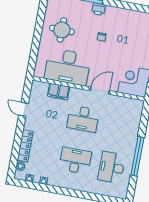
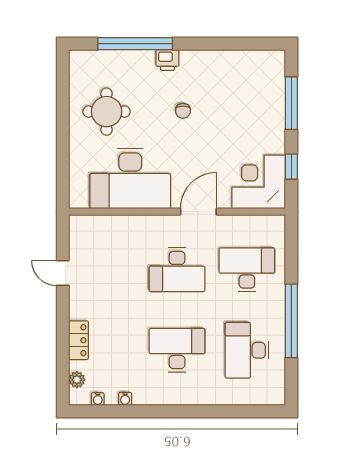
filing cabinet: (58, 91) -> (122, 227), removed
desk: (119, 126) -> (247, 270), added
locker: (25, 146) -> (79, 340), width x0.66

